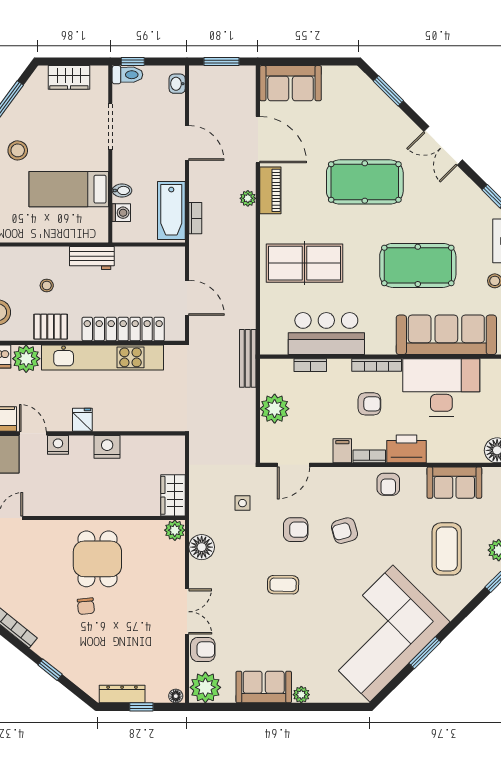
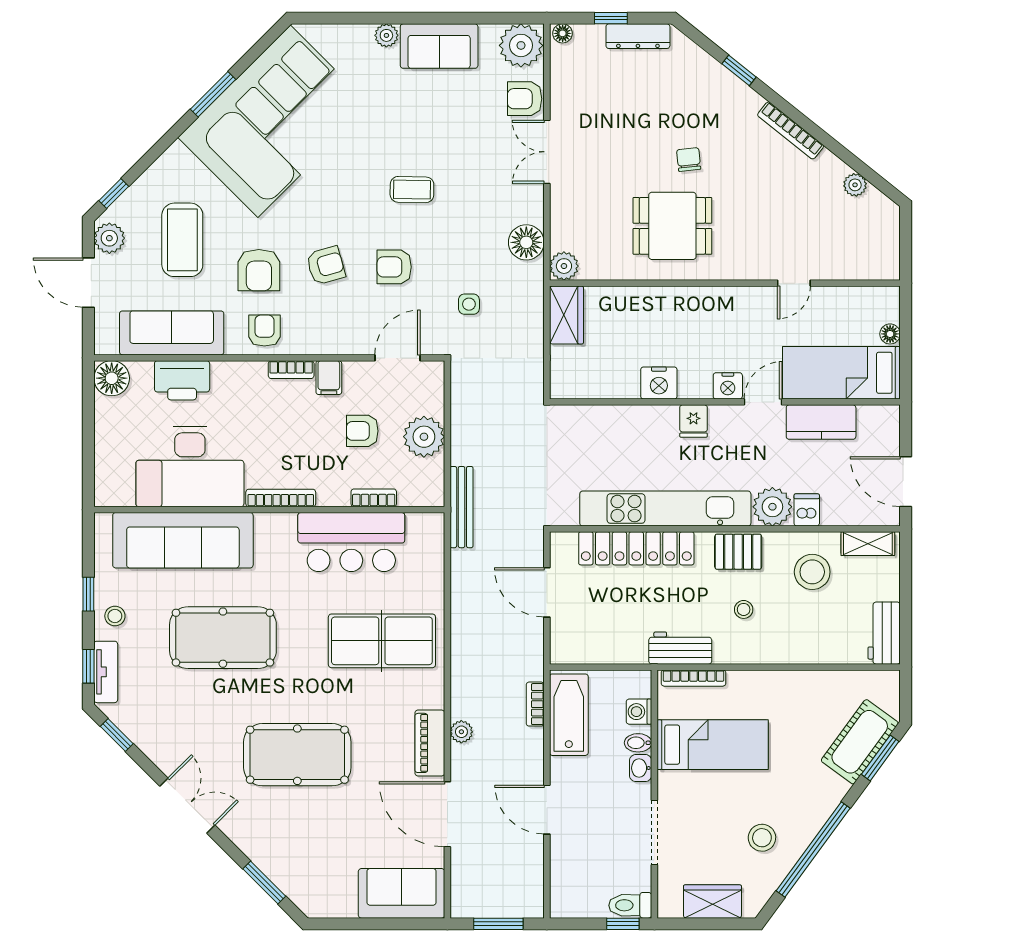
washbasin: (177, 84) -> (641, 768), moved, turned 180
stool: (18, 150) -> (762, 838), moved
bookcase: (82, 237) -> (693, 678), added
armchair: (369, 404) -> (362, 431), moved
door: (33, 433) -> (763, 402), swing flipped
printer: (407, 449) -> (182, 380), moved
sofa: (454, 483) -> (172, 333), width x1.36
armchair: (392, 527) -> (259, 270), added
dining table: (97, 559) -> (672, 226), turned 90

